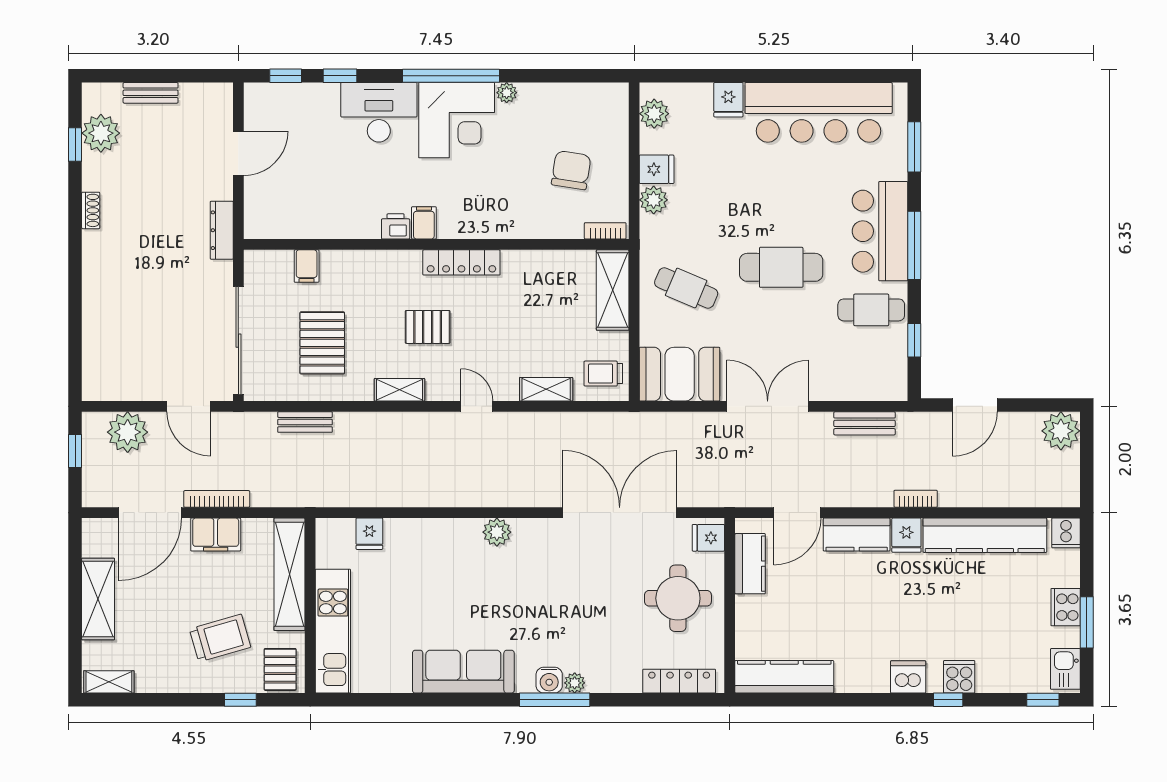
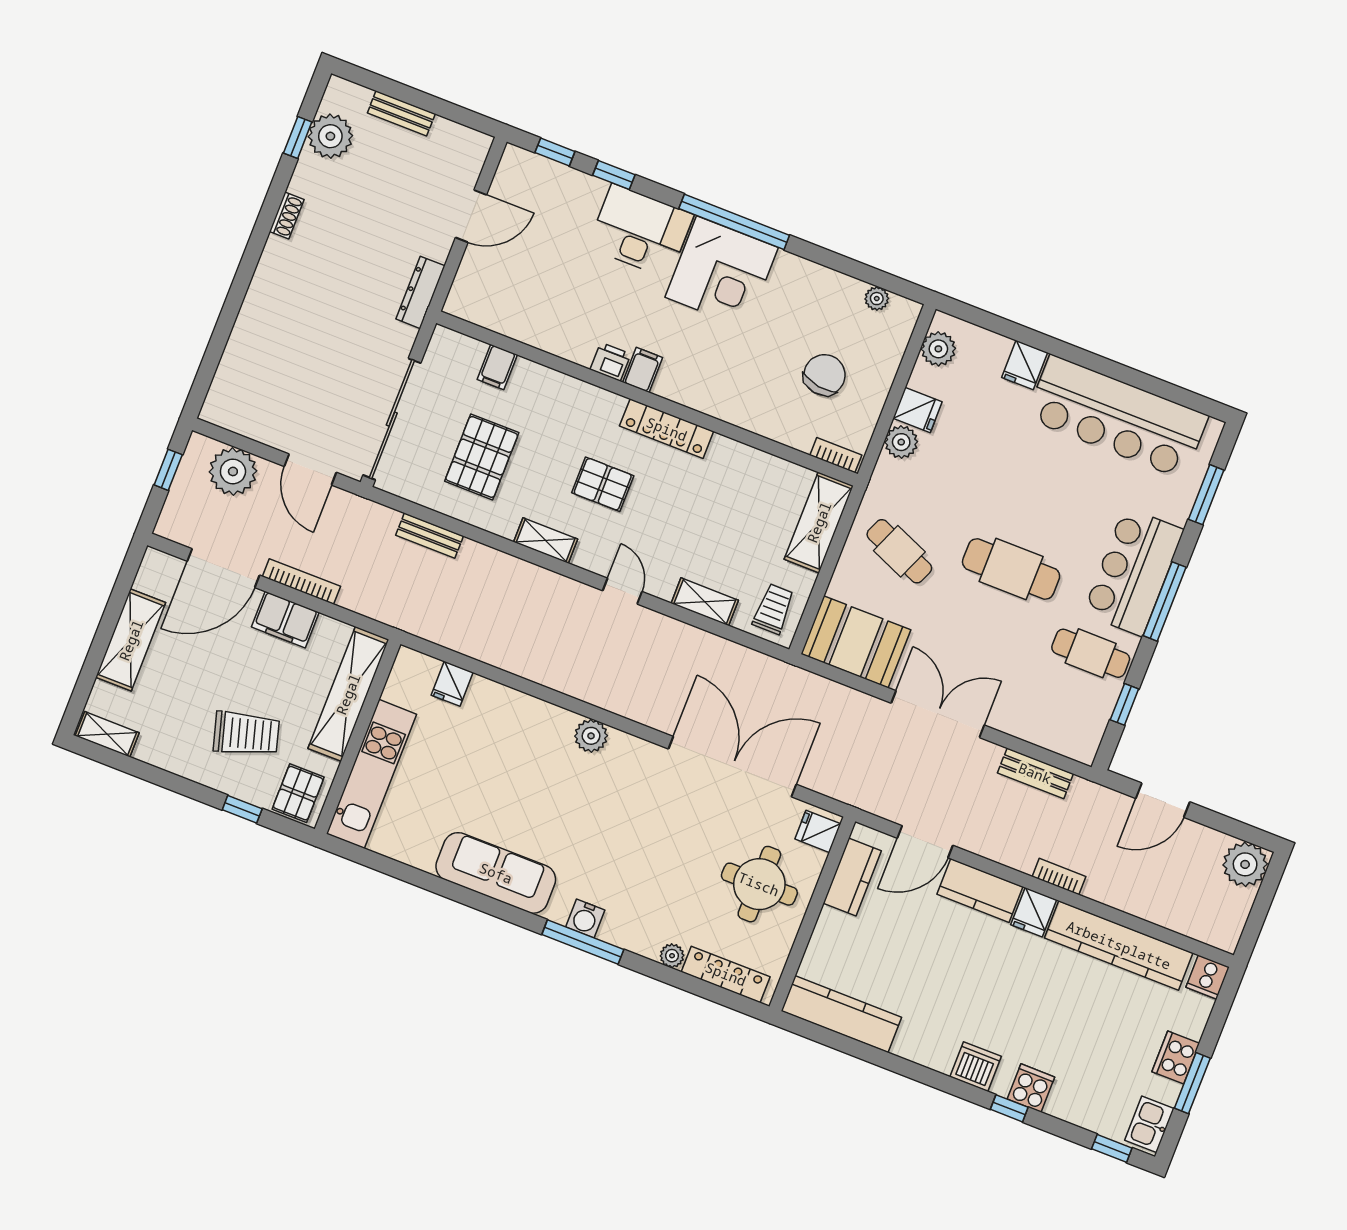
plant: (507, 93) -> (877, 299), moved
trolley: (603, 374) -> (773, 609), turned 90
plant: (575, 683) -> (672, 956), moved

